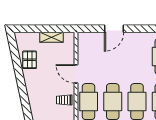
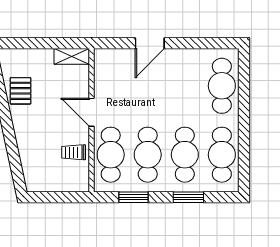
shelving: (51, 37) -> (72, 56), moved

